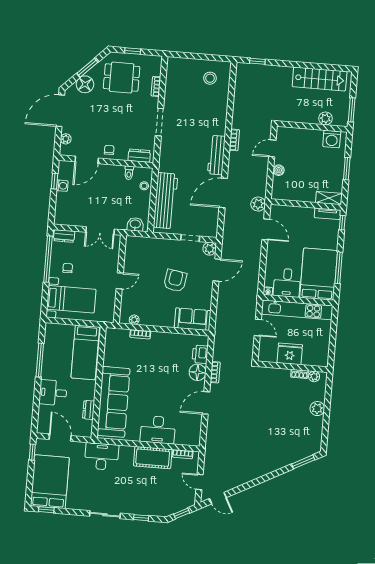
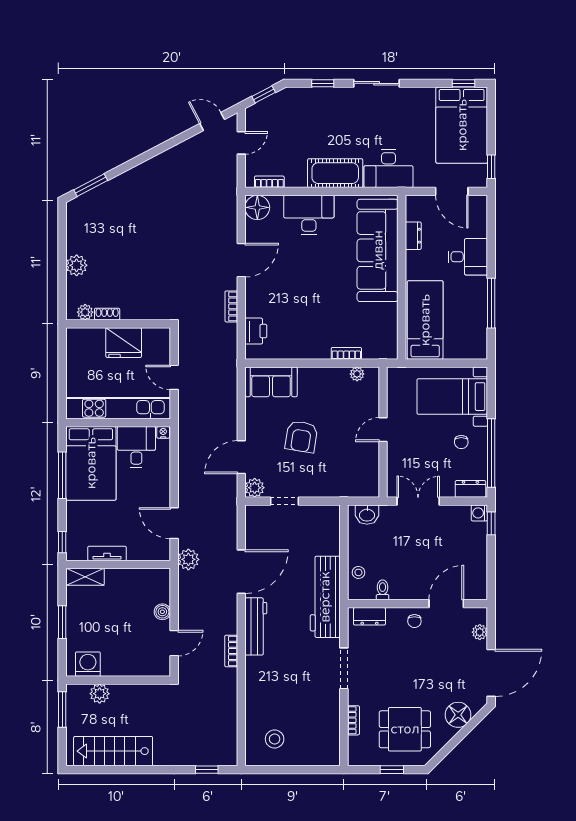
window: (87, 68) -> (457, 739), removed
window: (54, 181) -> (491, 523), moved
washing machine: (62, 186) -> (479, 513), moved
workbench: (166, 201) -> (325, 597), moved
tv unit: (327, 214) -> (107, 553), moved
floor lamp: (198, 372) -> (257, 207), moved
cot: (153, 458) -> (335, 173), moved
door: (199, 482) -> (241, 143), hinge flipped

